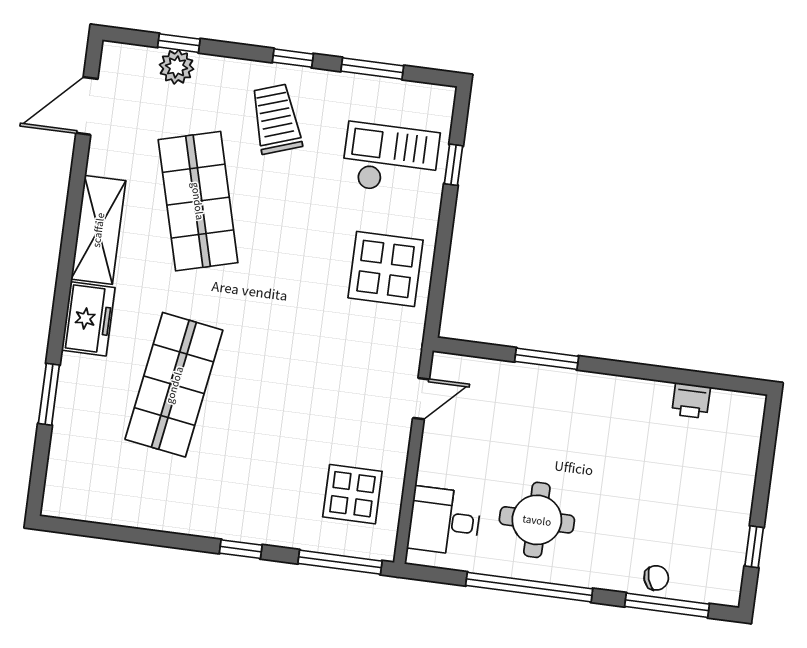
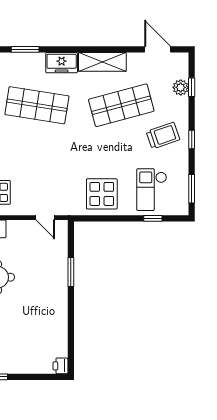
window: (372, 68) -> (192, 189), moved
checkout: (390, 159) -> (152, 190), turned 180
printer: (691, 401) -> (60, 366), moved

